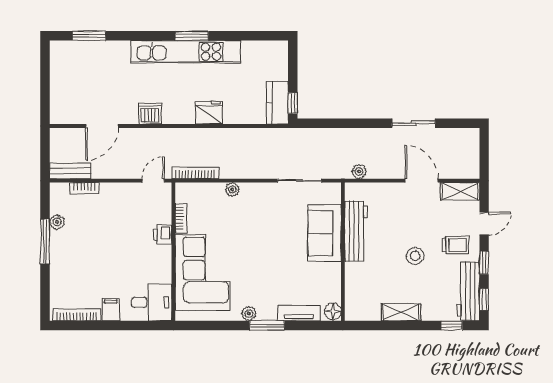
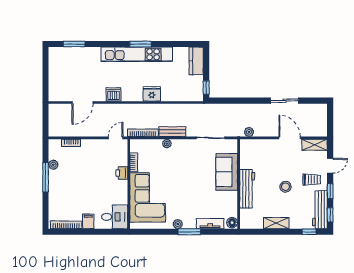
kitchen counter: (277, 103) -> (196, 61), moved
bench: (70, 171) -> (172, 132), moved
workbench: (356, 231) -> (247, 189), moved

